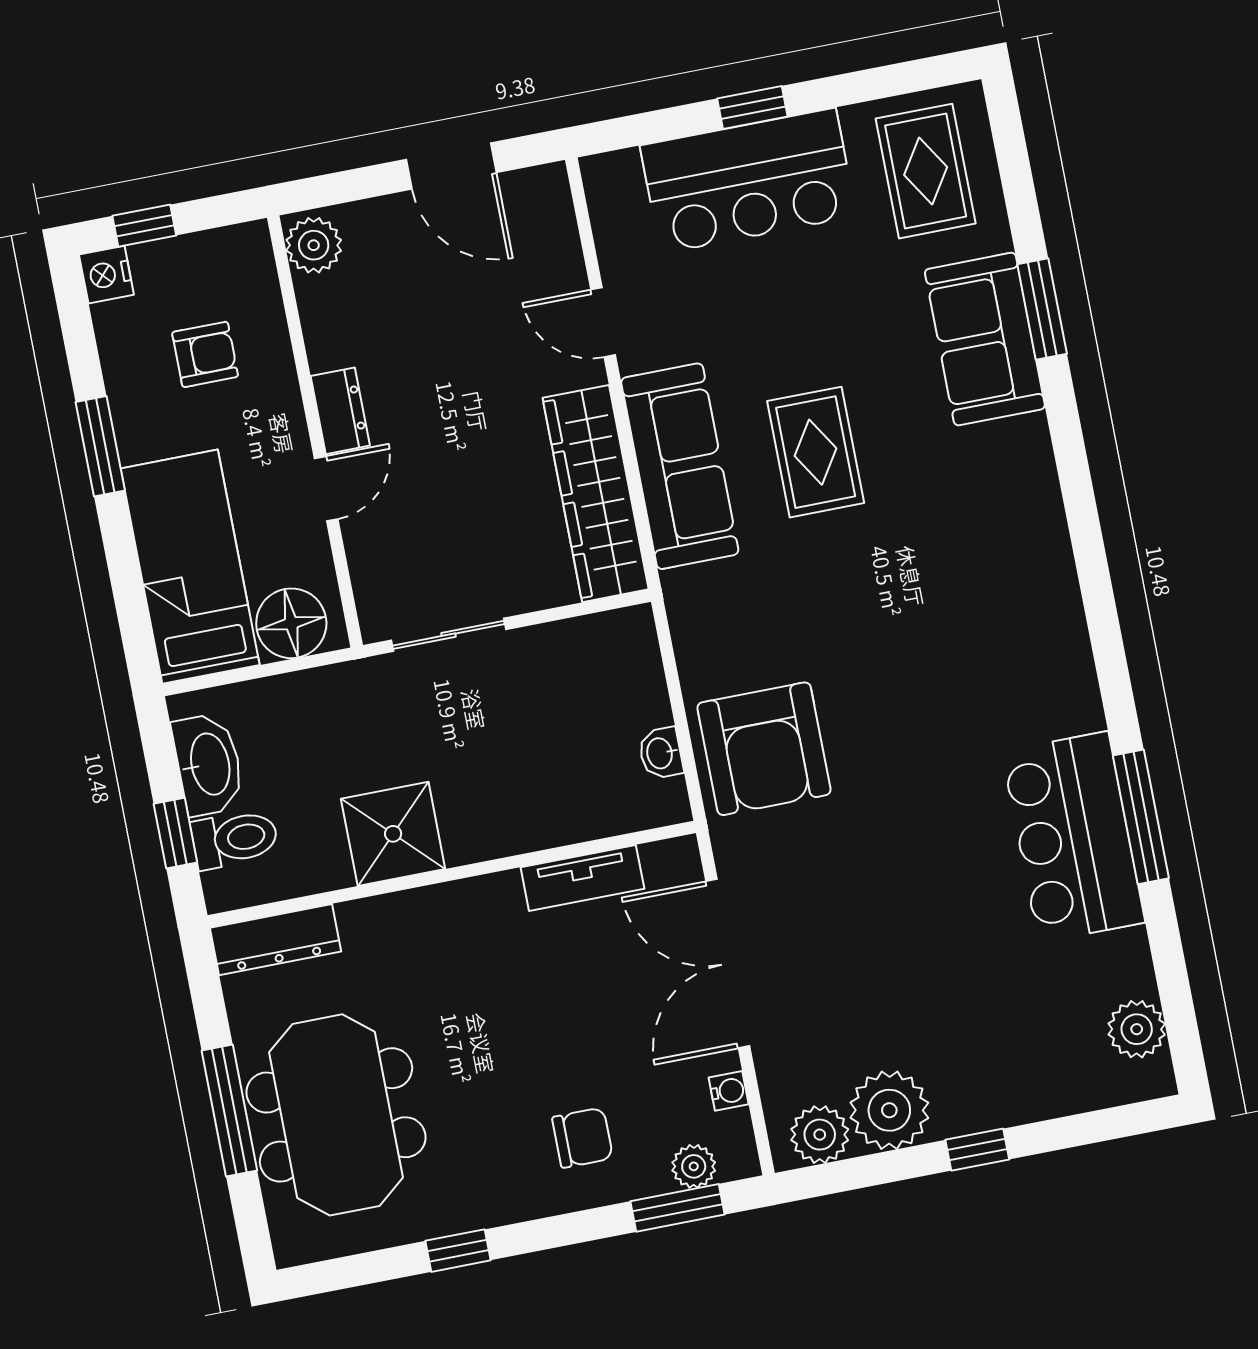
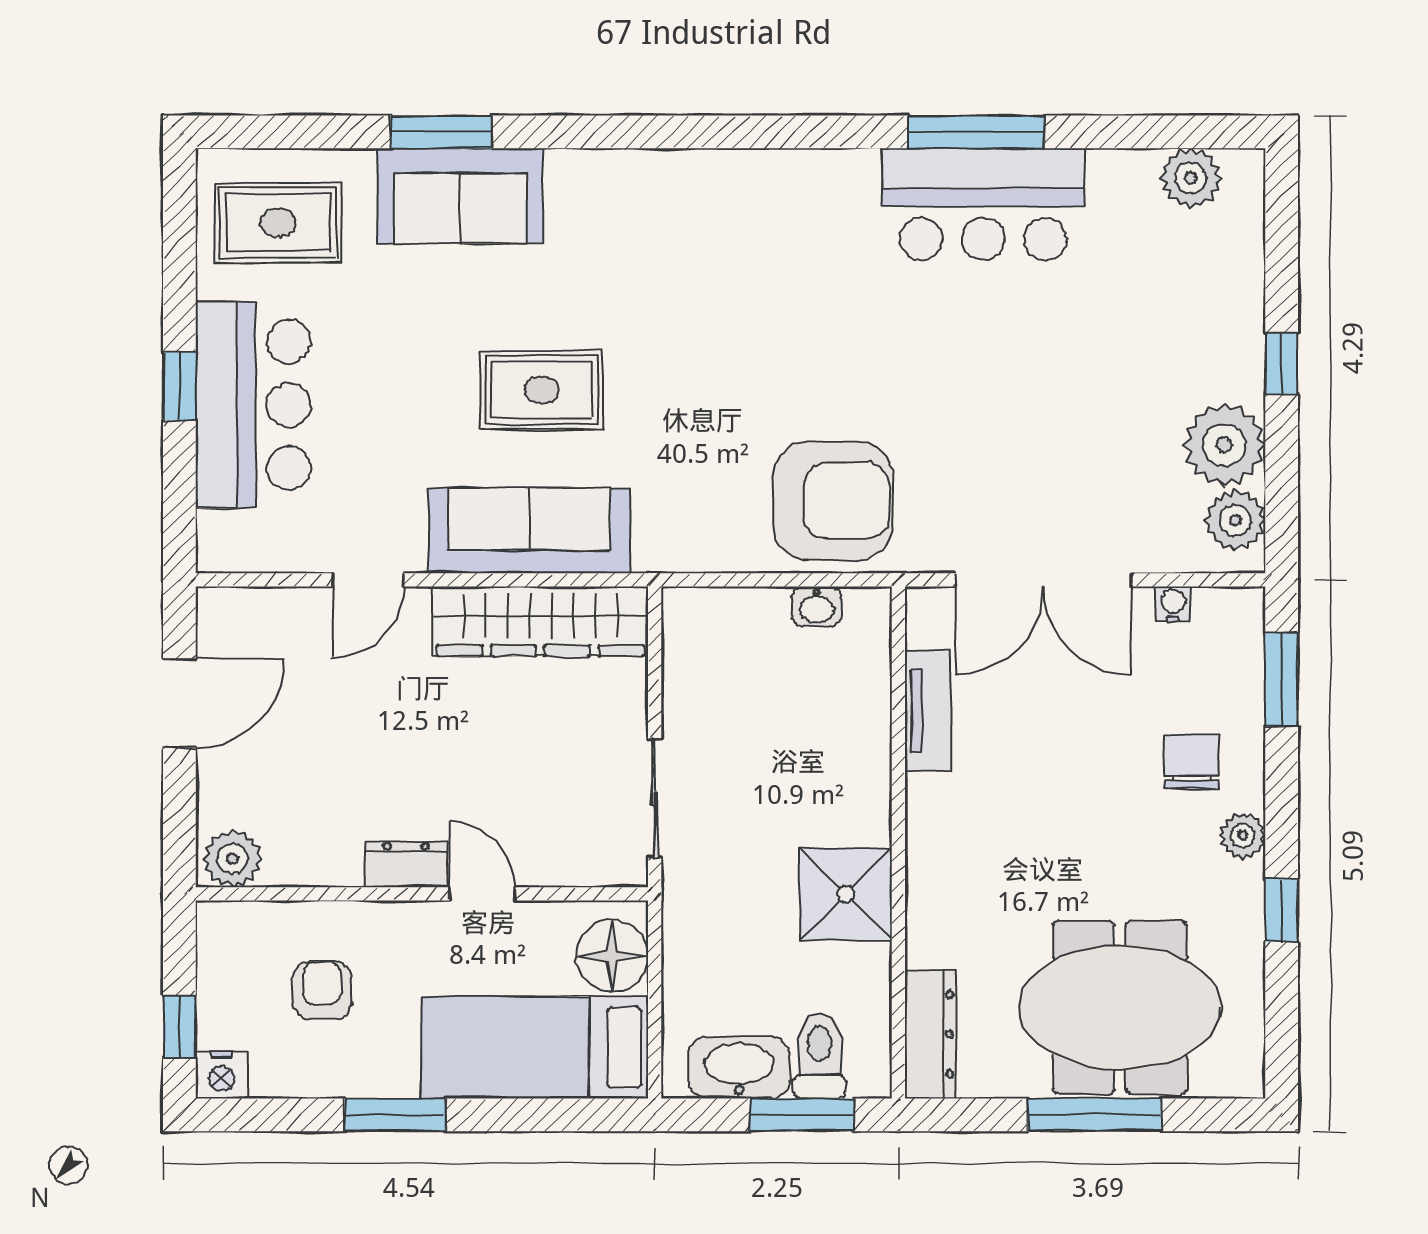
window: (175, 833) -> (802, 1115), width x1.50
plant: (694, 1166) -> (1243, 836), moved

